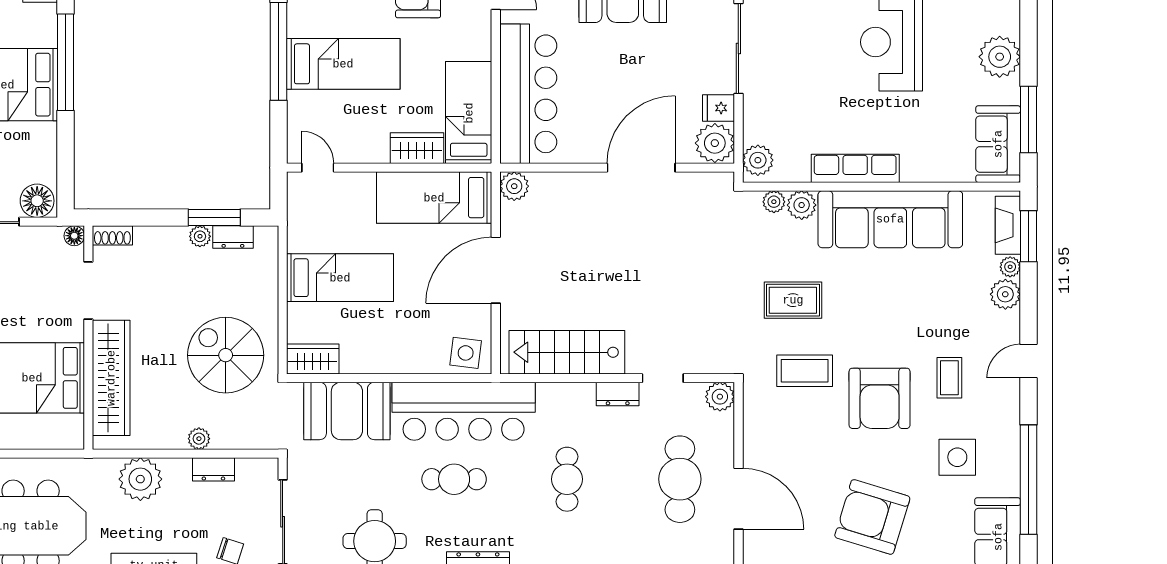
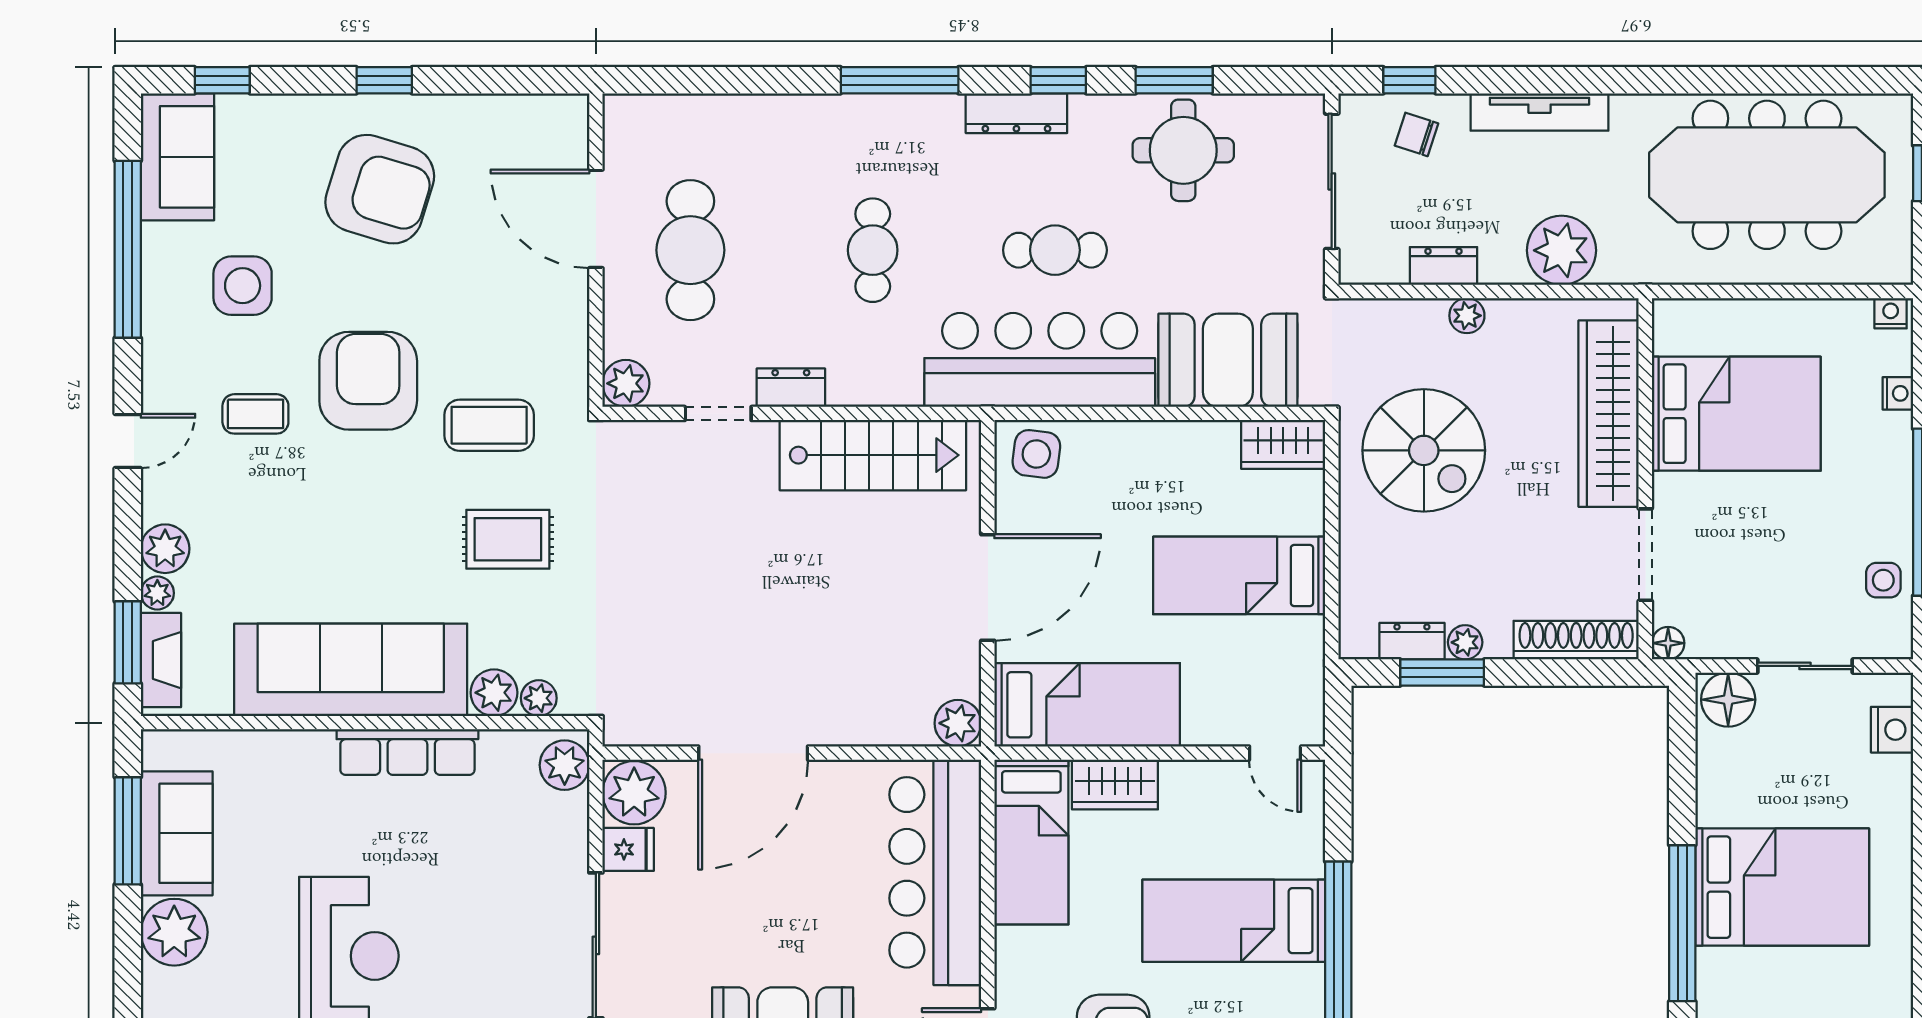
sofa: (998, 144) -> (177, 833), moved
shoe rack: (112, 235) -> (1576, 640), width x1.94, depth x1.24
coffee table: (949, 378) -> (255, 414), turned 90

